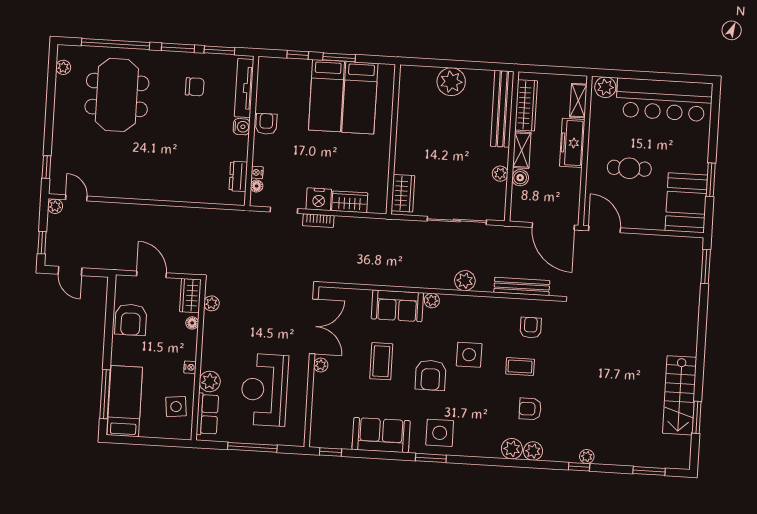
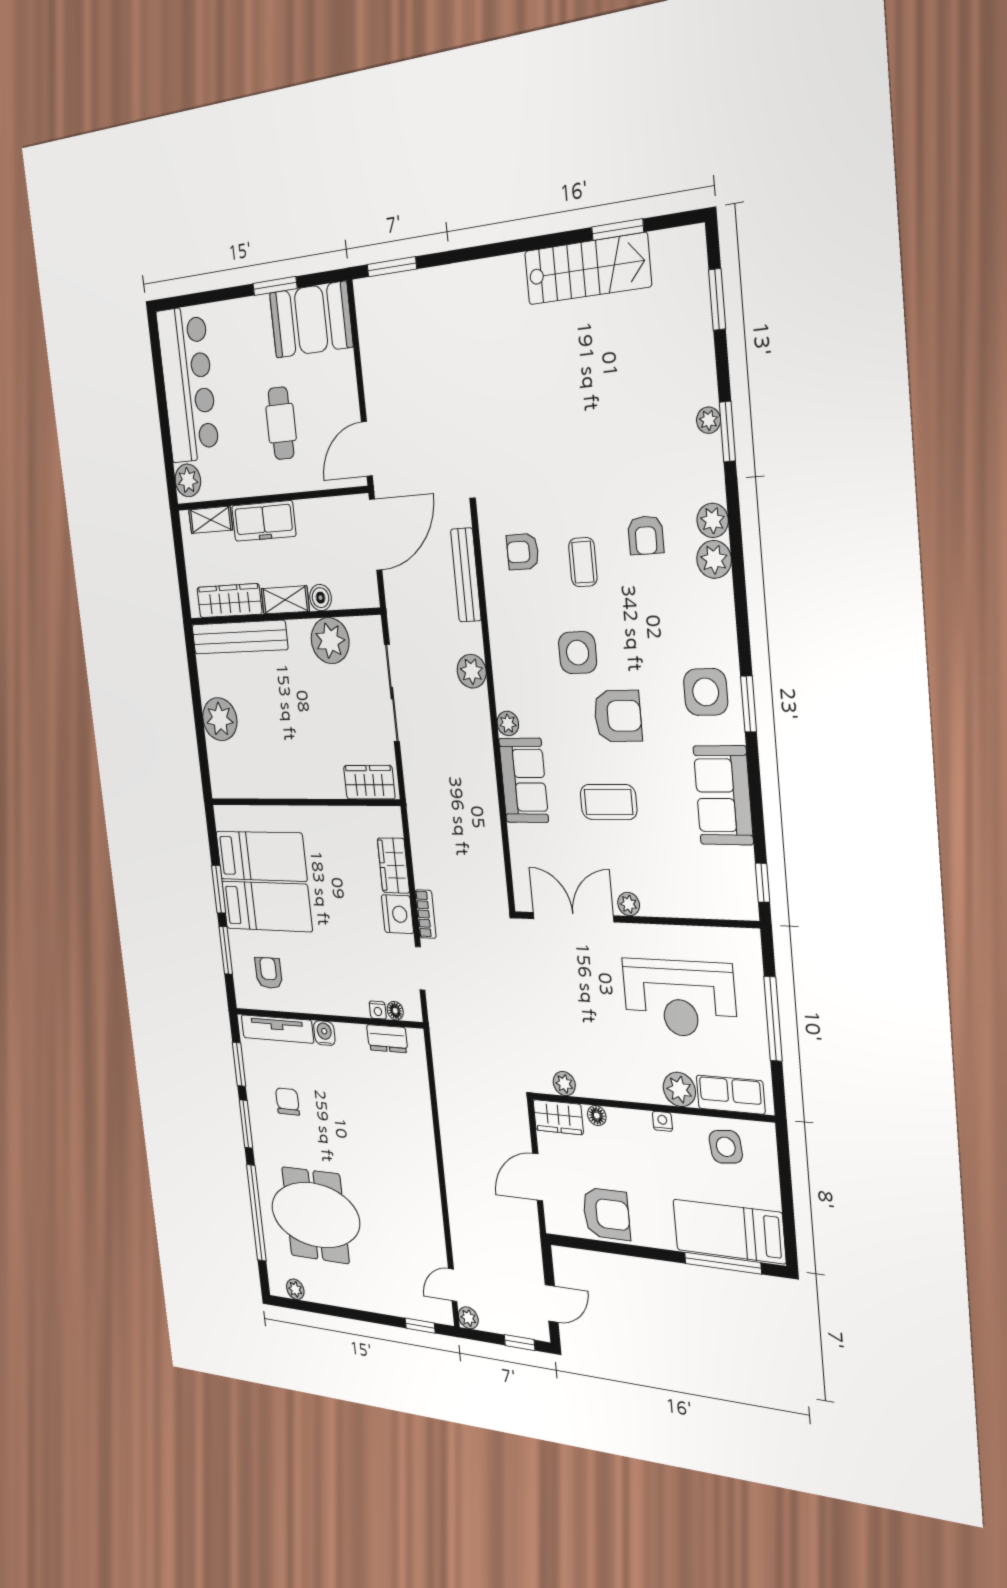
window: (298, 55) -> (226, 950), width x1.50
armchair: (266, 124) -> (269, 973), moved, turned 90
plant: (500, 174) -> (330, 641), width x1.88, depth x1.88
window: (579, 467) -> (727, 432), width x1.50

